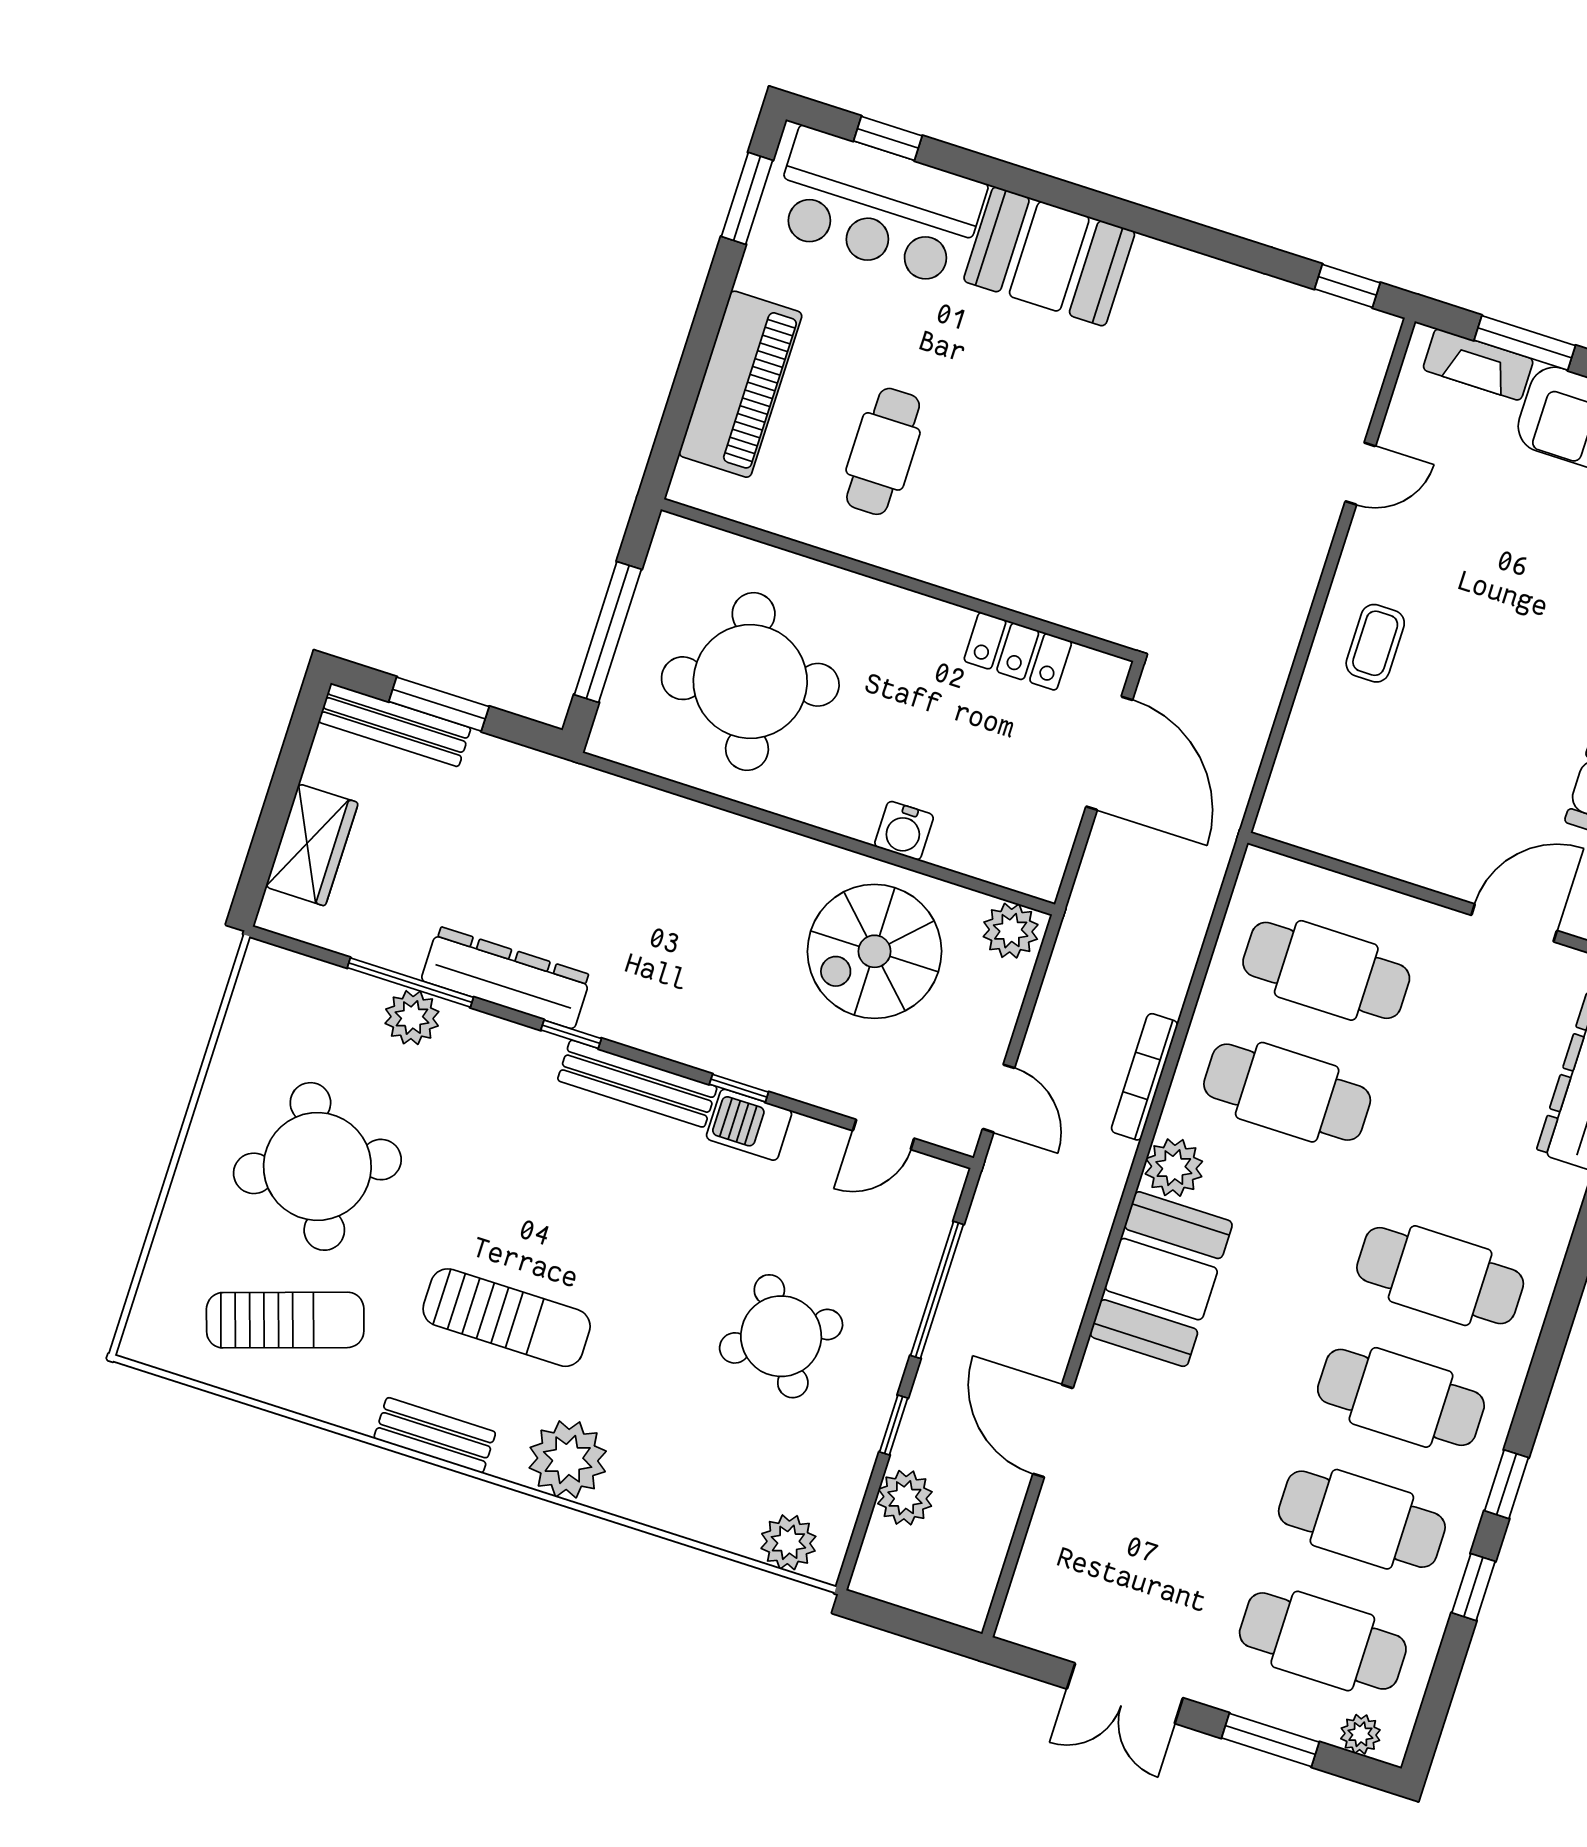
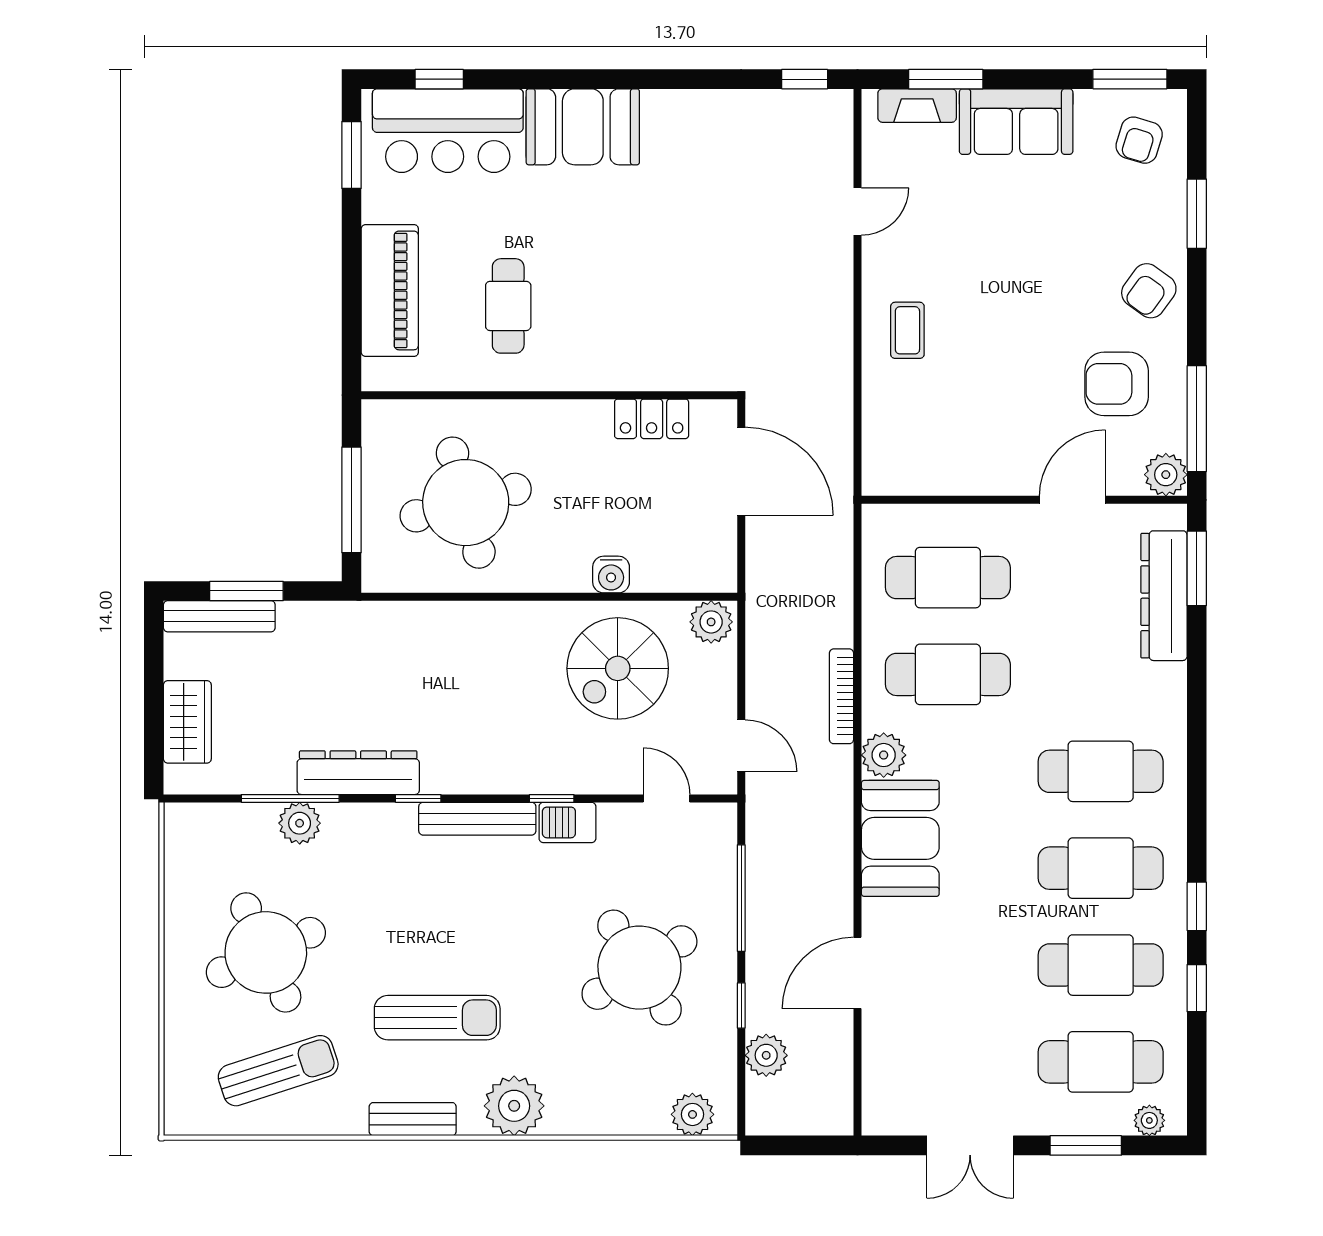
door: (883, 1135) -> (667, 798), swing flipped
round table: (781, 1336) -> (639, 968), width x1.36, depth x1.36
door: (1053, 1431) -> (858, 973), hinge flipped

